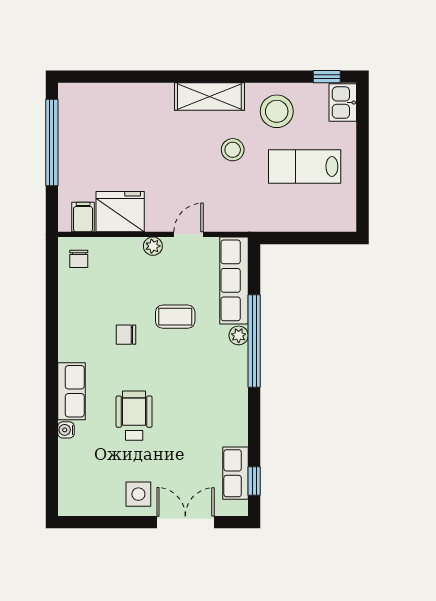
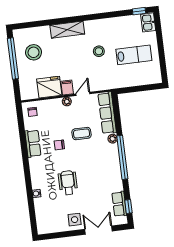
shelving: (209, 97) -> (67, 30), moved
stool: (277, 111) -> (34, 52), moved
lab bench: (305, 166) -> (134, 55), turned 180
filing cabinet: (83, 217) -> (67, 87), moved
window: (254, 341) -> (122, 157), moved
row of seats: (71, 391) -> (33, 143), moved

